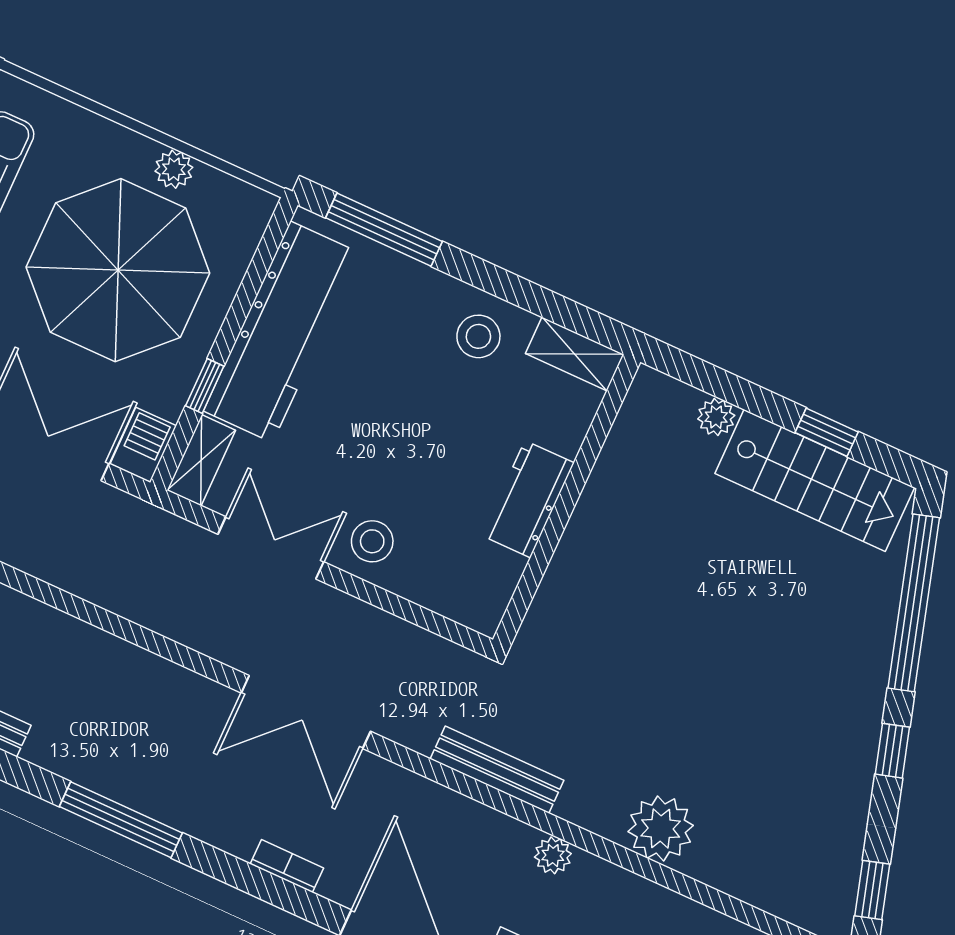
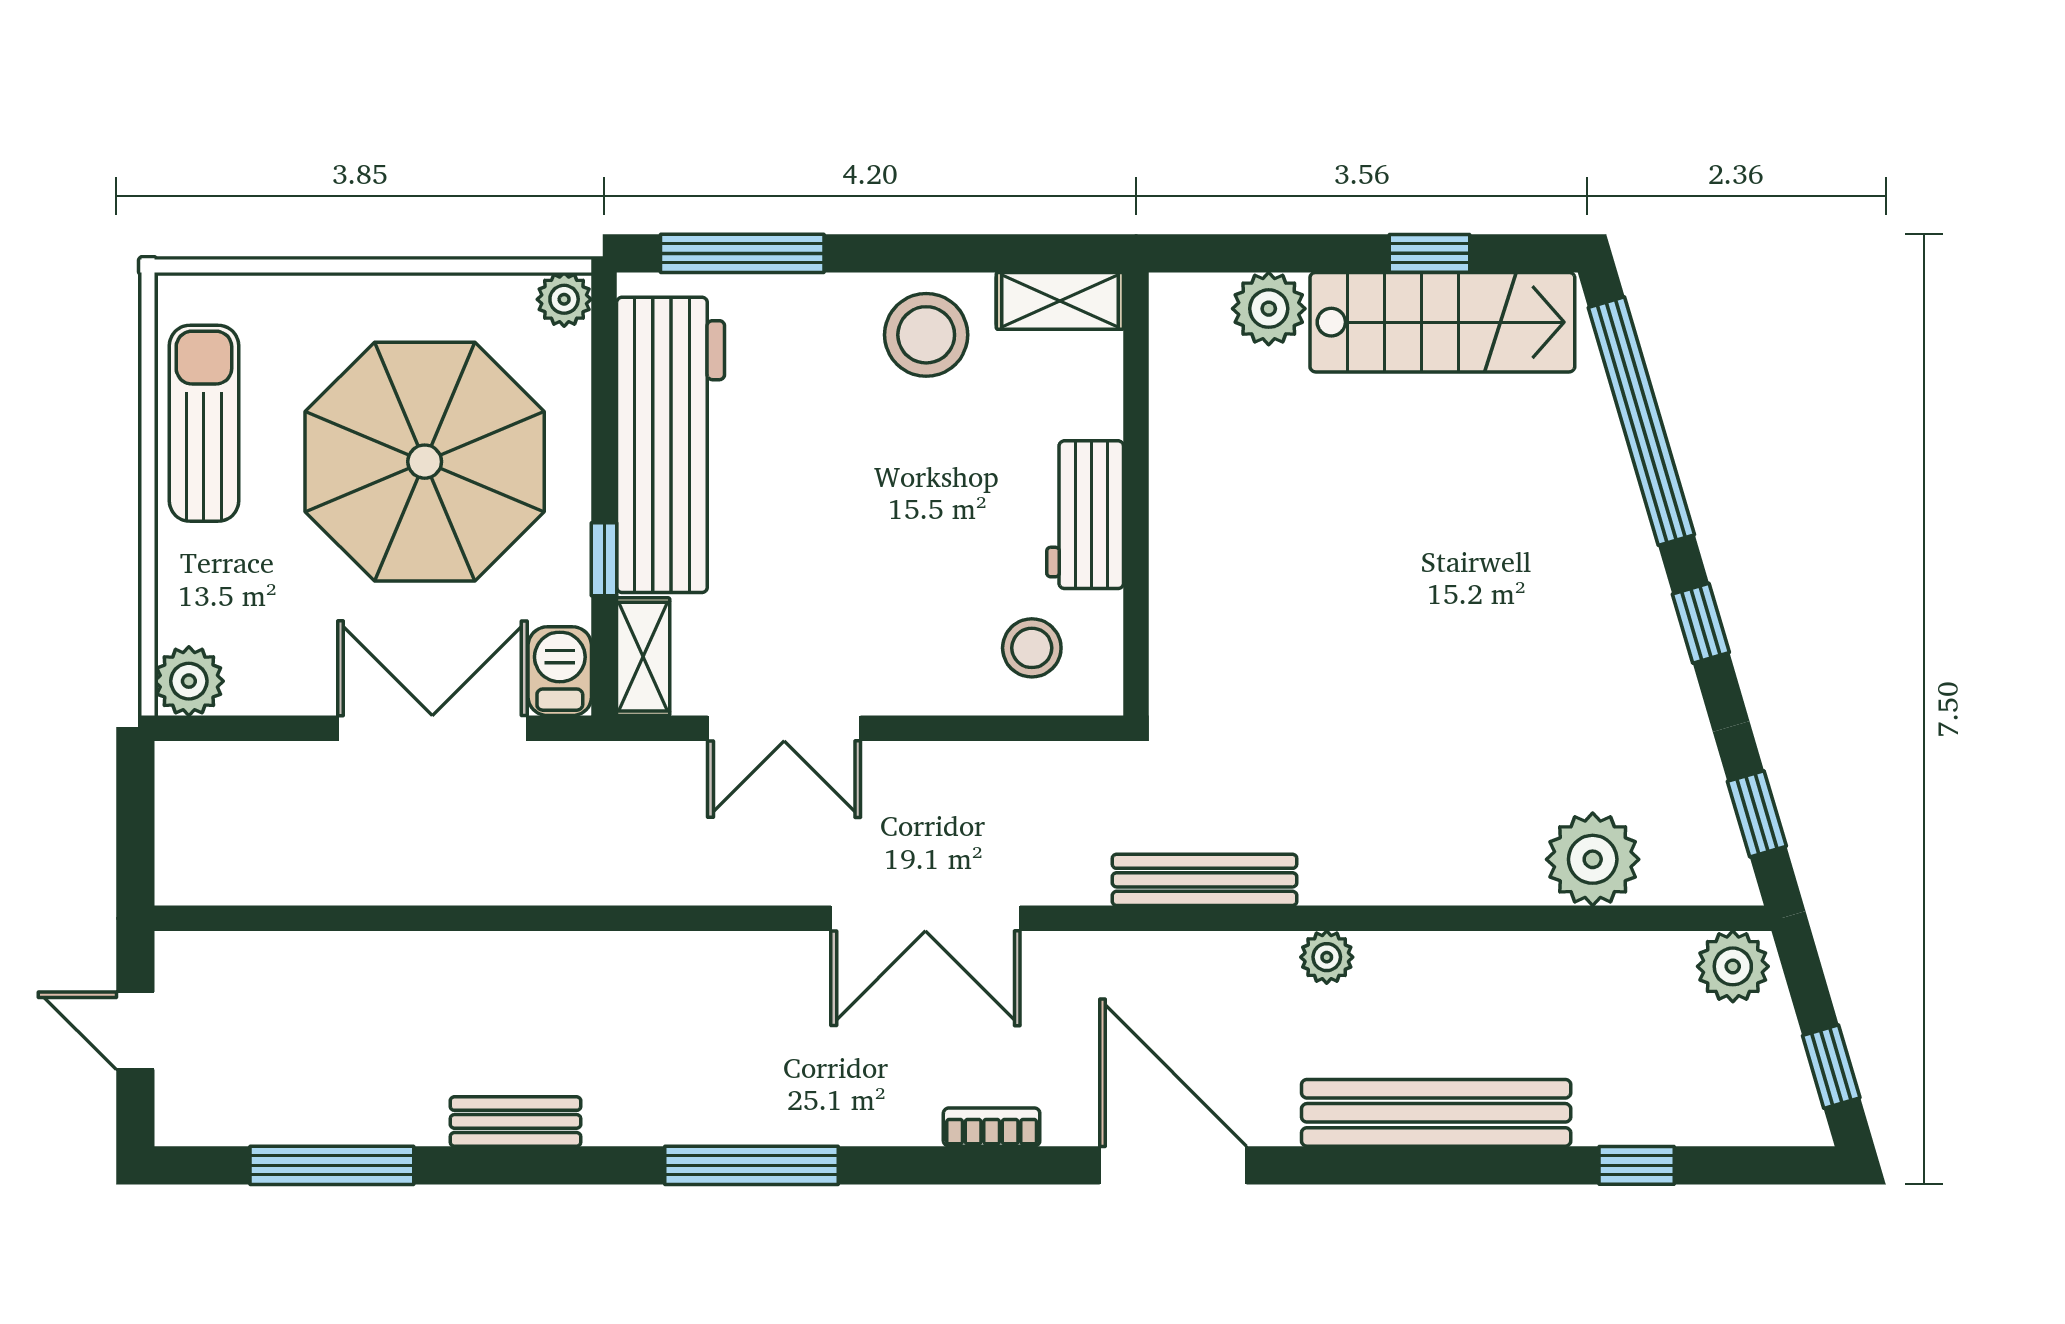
plant: (174, 169) -> (564, 299), moved
stool: (478, 336) -> (926, 335), width x1.38, depth x1.38
plant: (716, 417) -> (1269, 309), width x1.38, depth x1.38
stool: (372, 541) -> (1032, 648), moved
double door: (271, 548) -> (784, 728), swing flipped
plant: (661, 828) -> (1593, 859), moved

